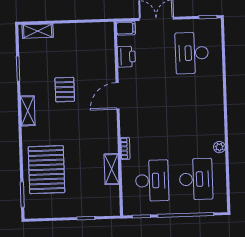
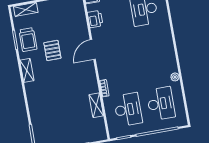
trolley: (35, 71) -> (28, 40), added
pallet: (46, 170) -> (47, 113), removed

